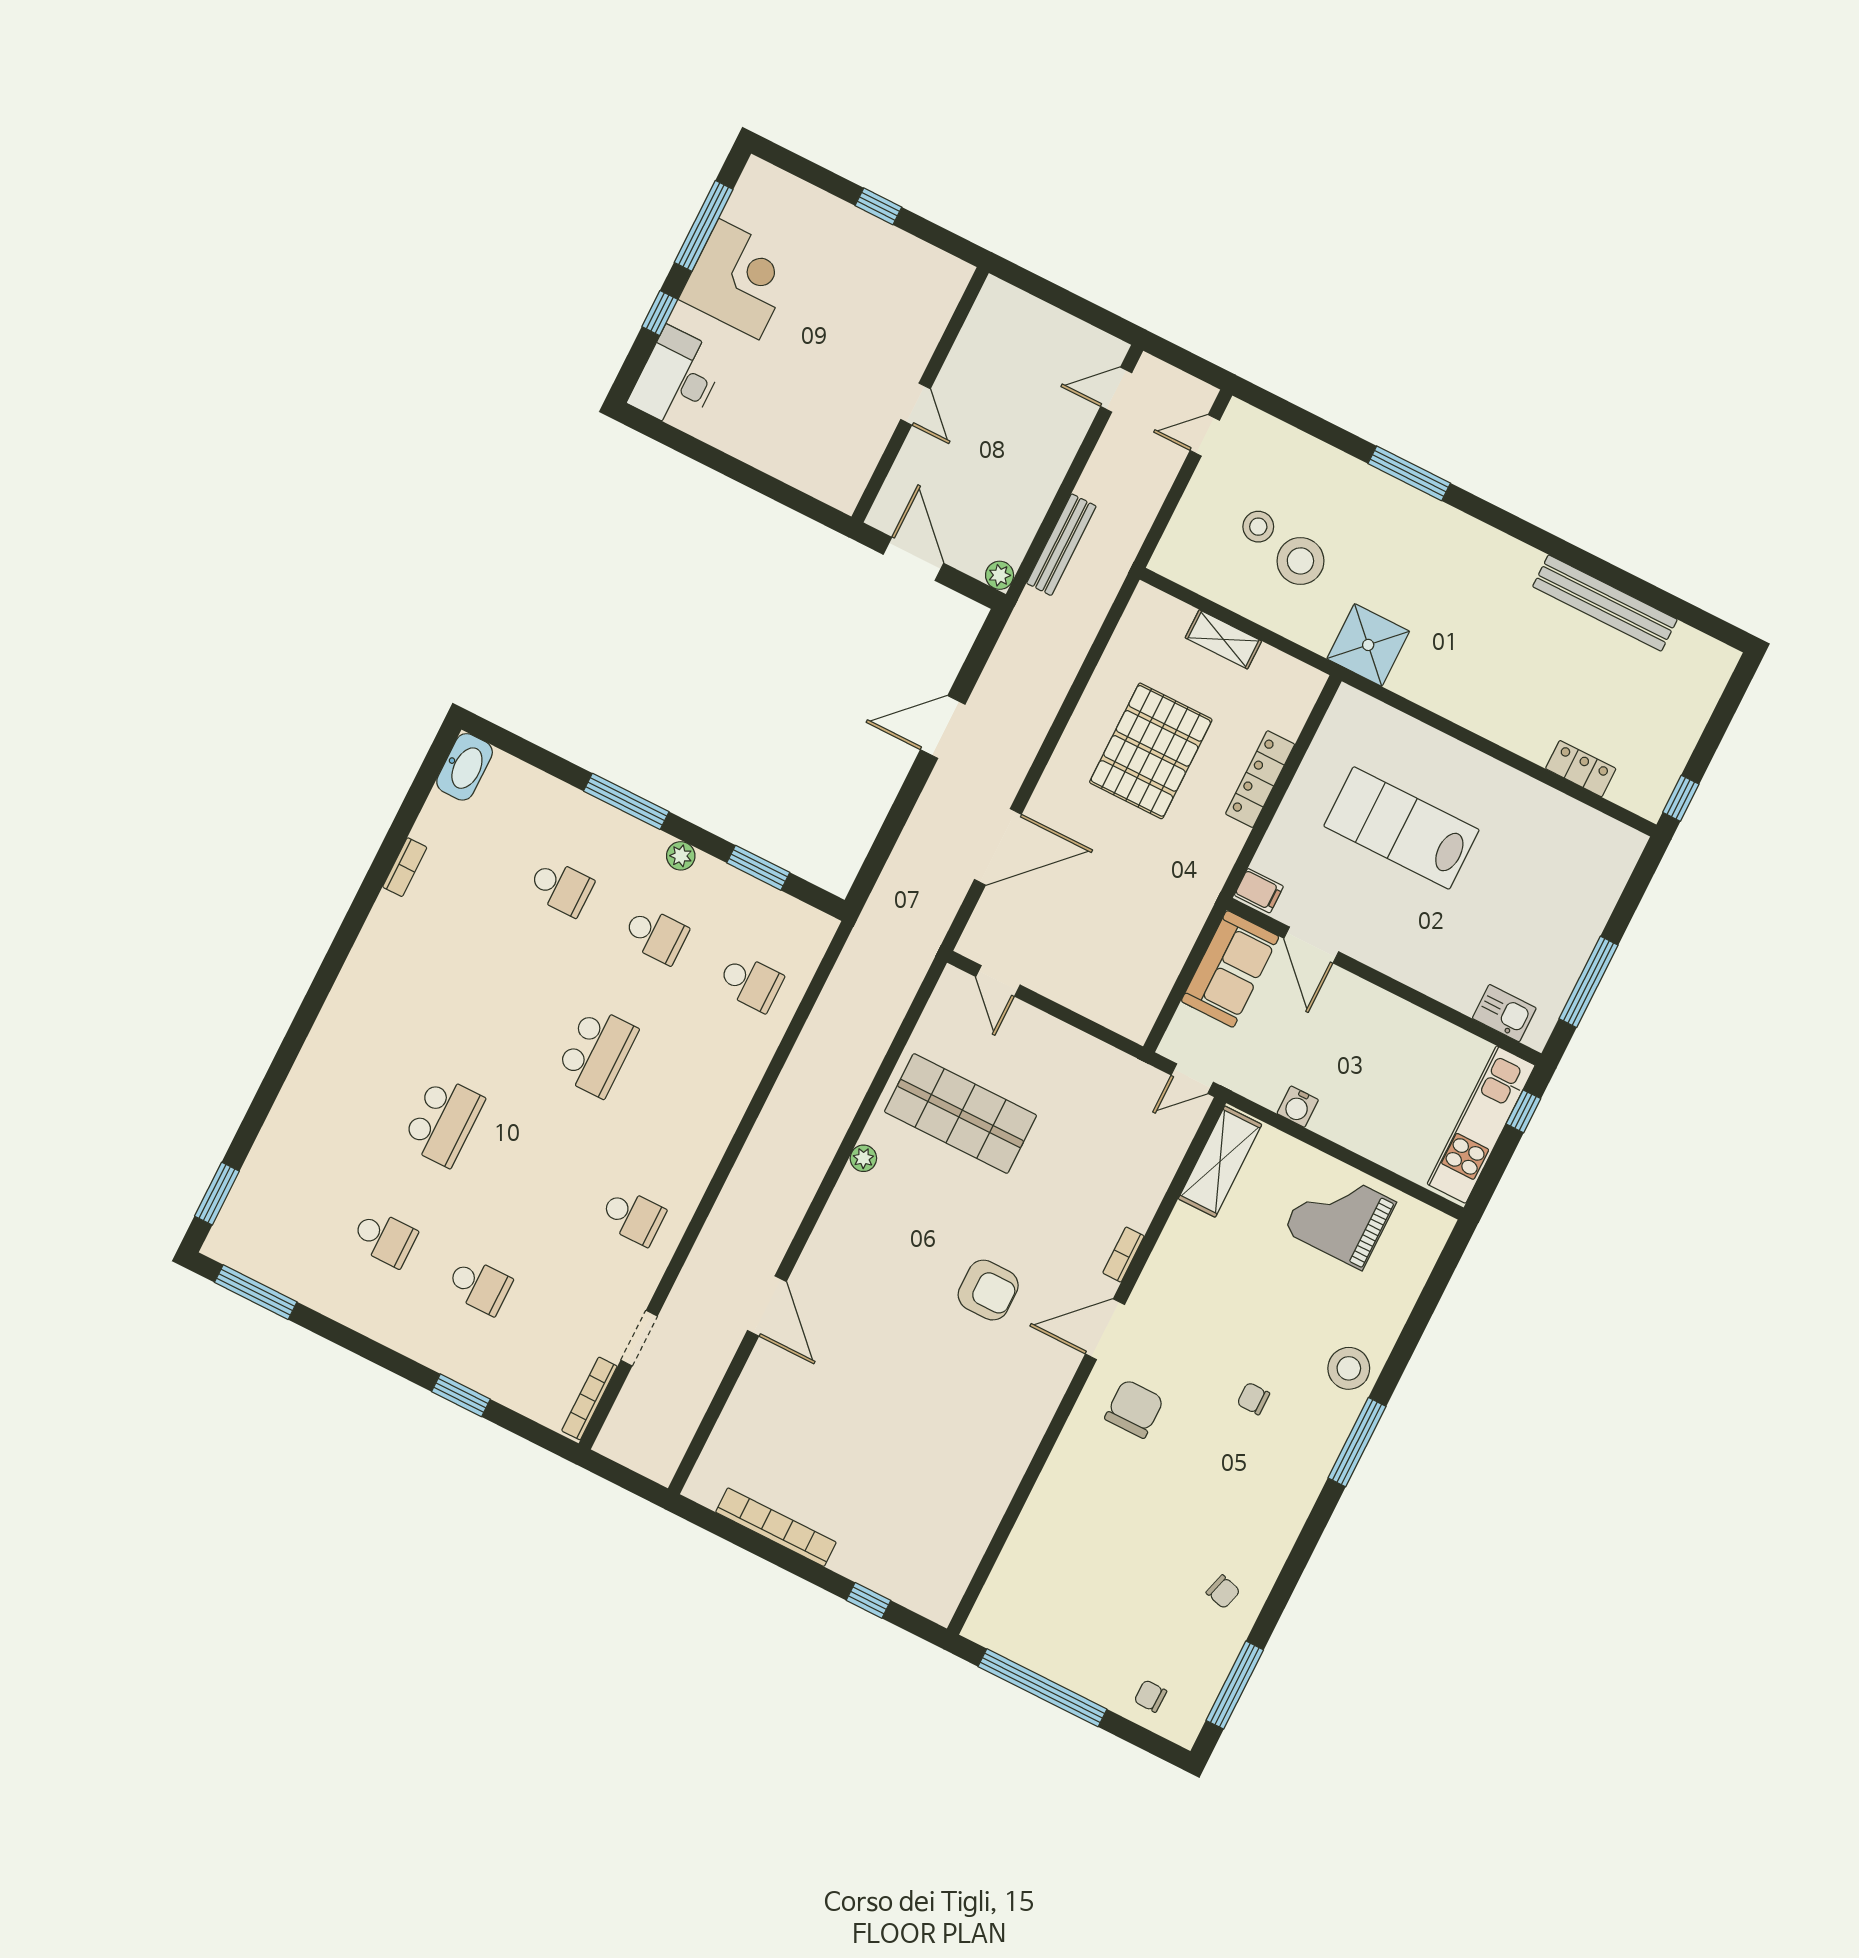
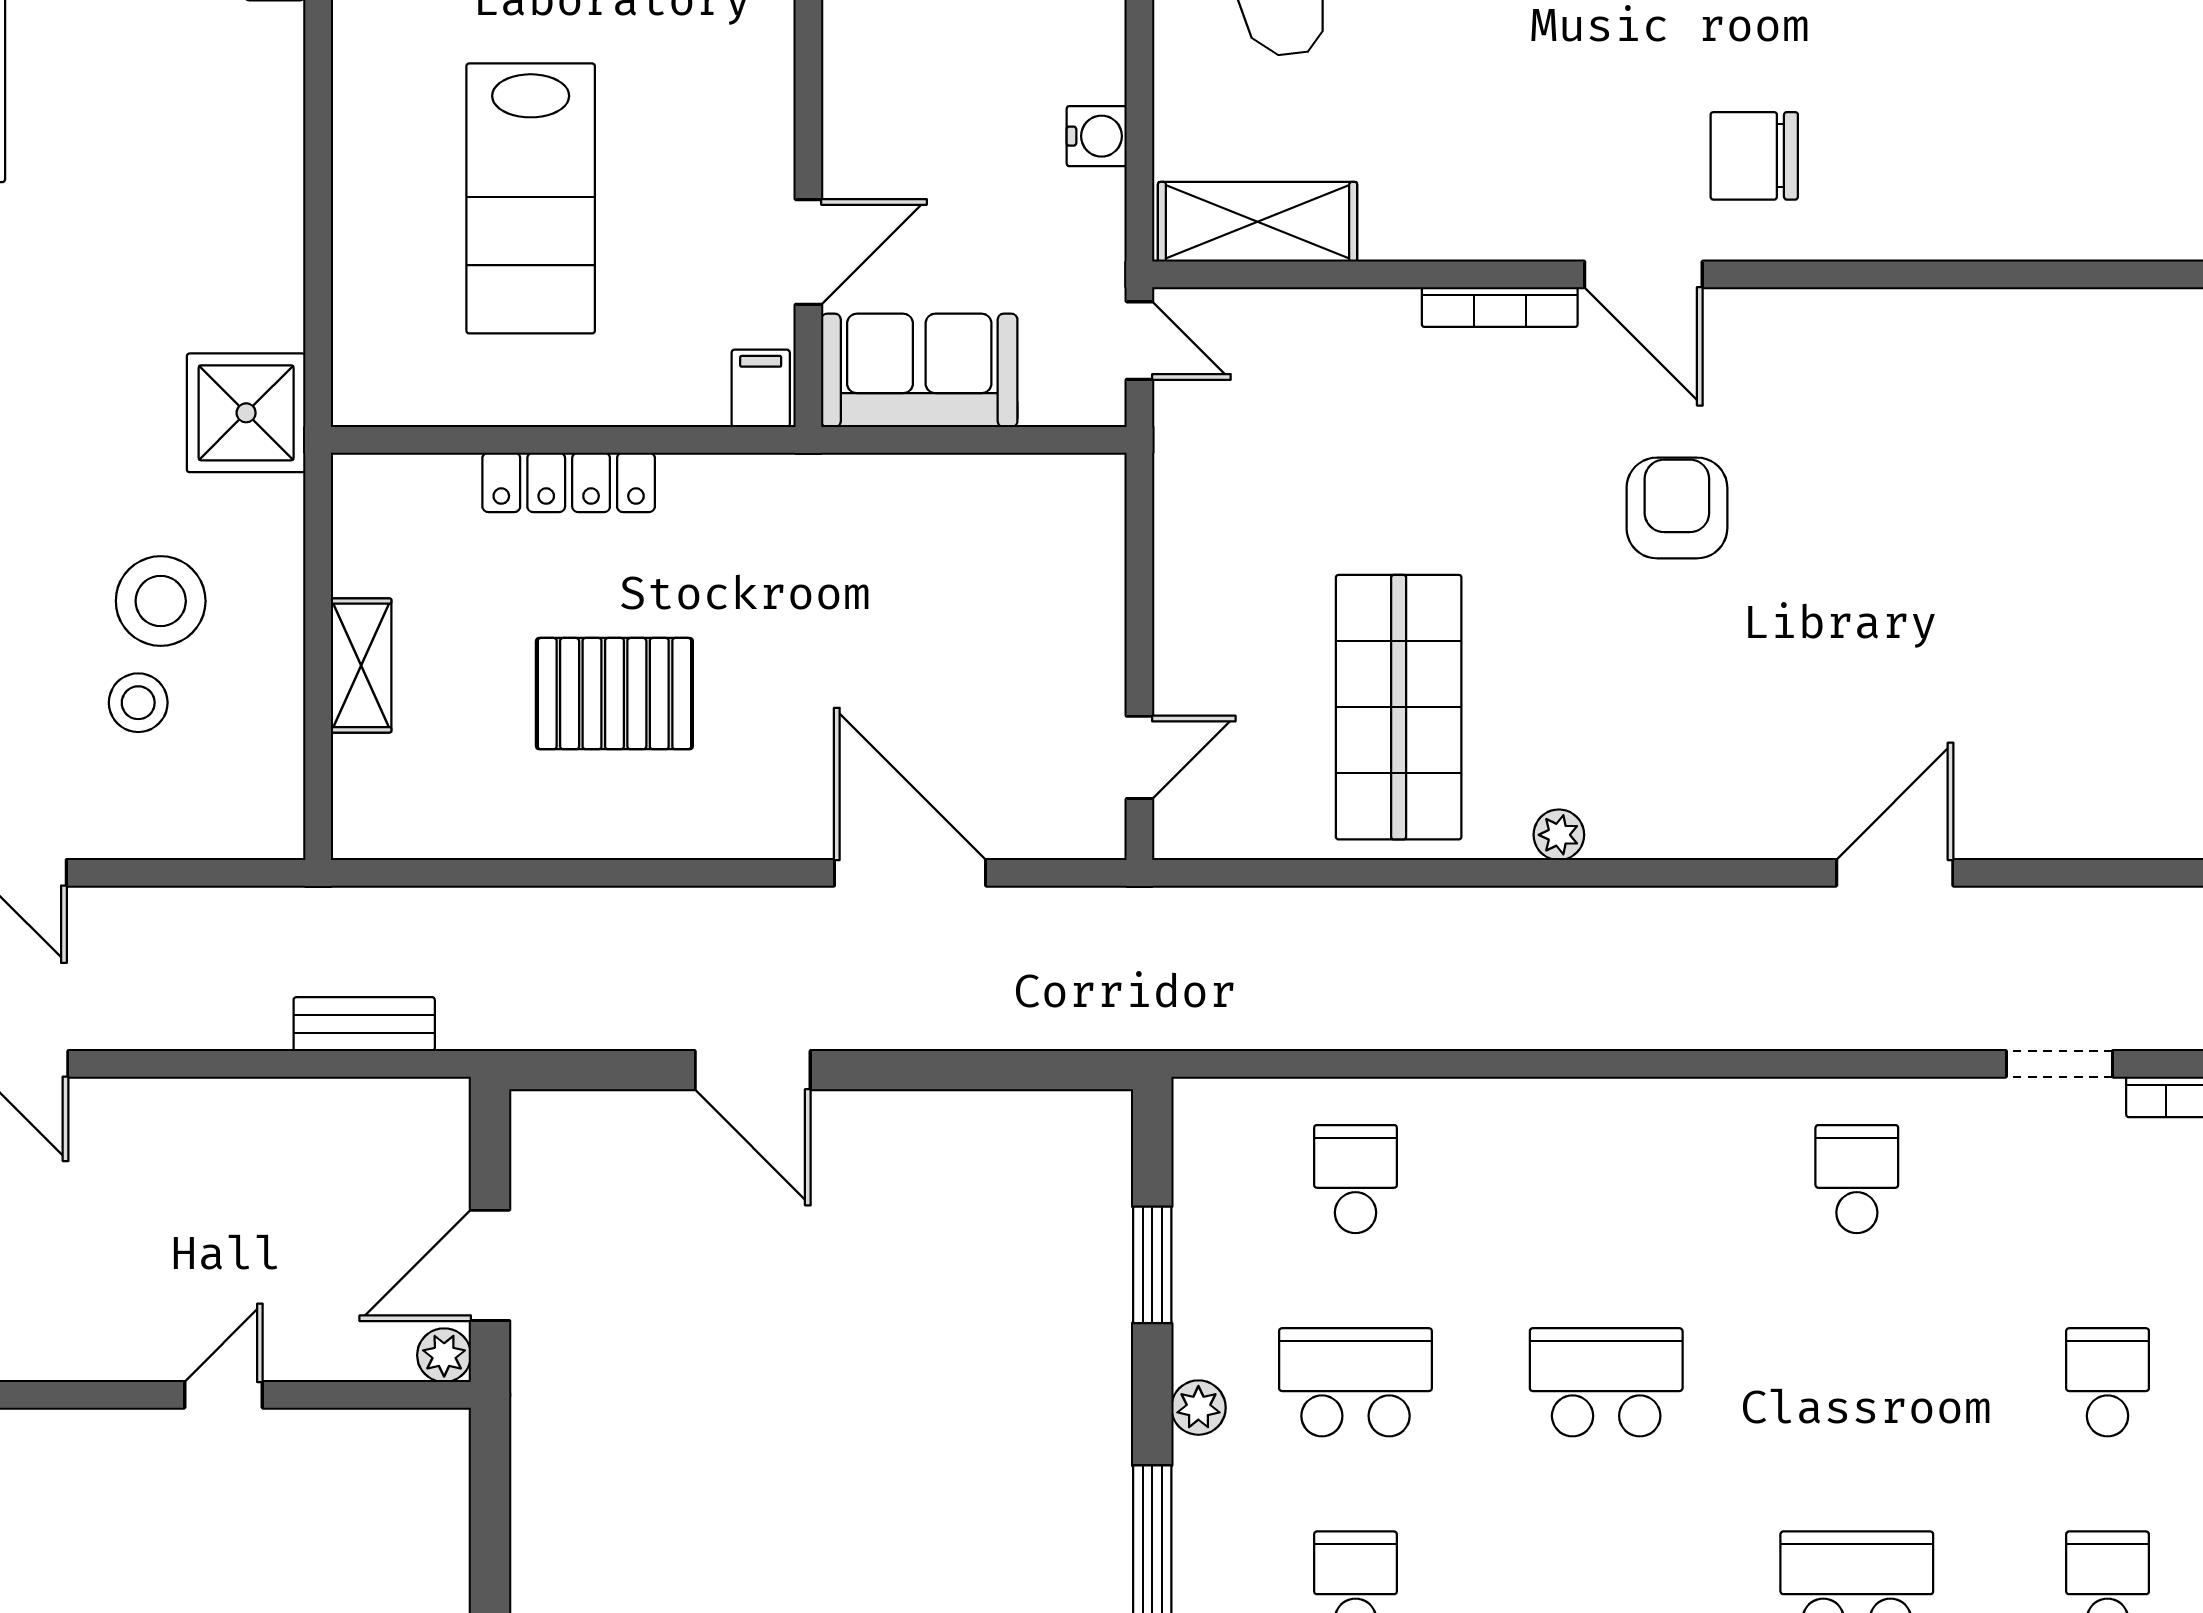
bench: (1061, 545) -> (364, 1024), width x0.73
plant: (1000, 575) -> (444, 1355), moved
pallet: (1151, 751) -> (614, 694), width x0.73, depth x0.71
school desk: (656, 935) -> (1355, 1382), width x1.85
bookcase: (1123, 1255) -> (1500, 307), width x1.56

